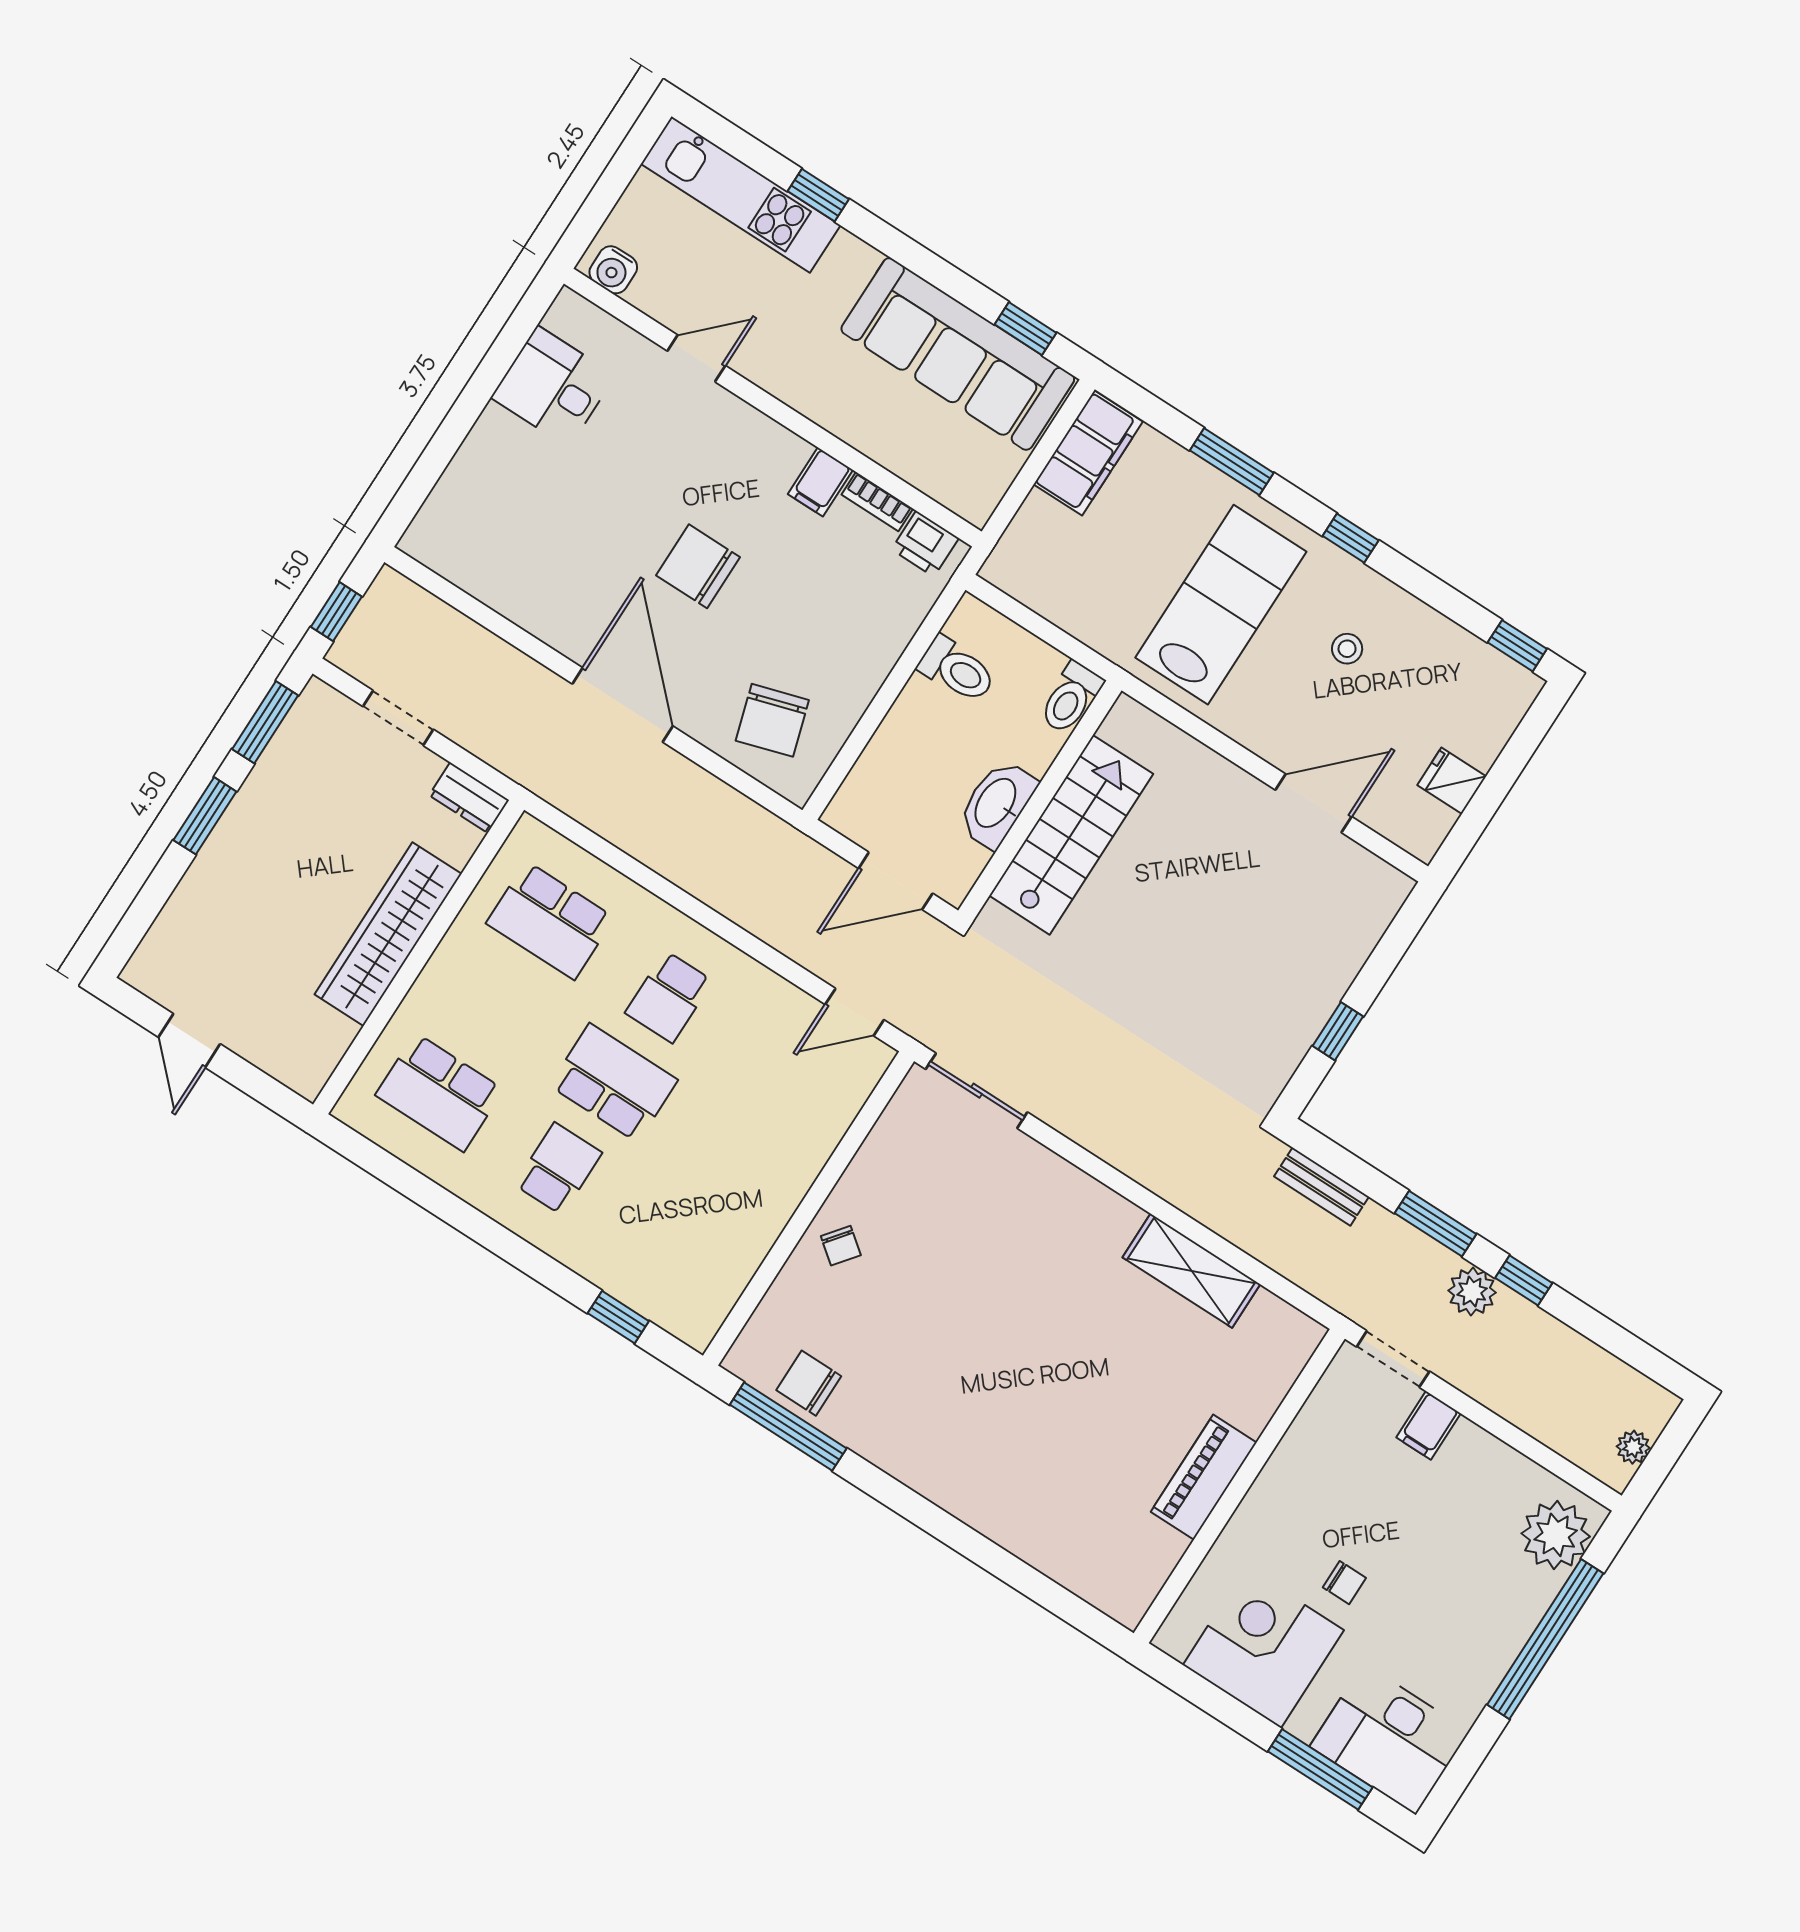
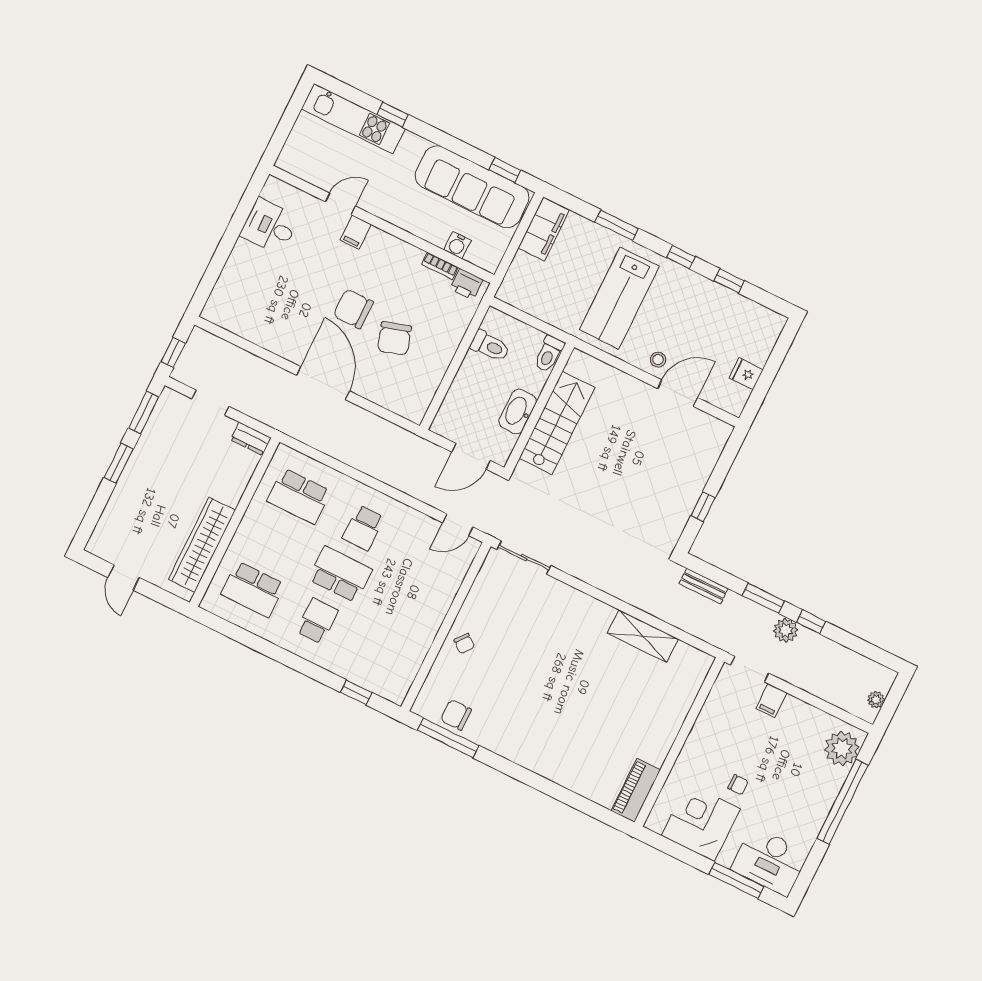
water cooler: (613, 270) -> (457, 245), moved
filing cabinet: (820, 482) -> (356, 232), moved
lab bench: (1221, 605) -> (619, 298), turned 180
window: (1517, 646) -> (729, 281), moved
stool: (1347, 649) -> (658, 360), moved
chair: (772, 720) -> (394, 338), moved
wardrobe: (388, 934) -> (202, 545), moved
piano: (1204, 1477) -> (636, 790), moved

